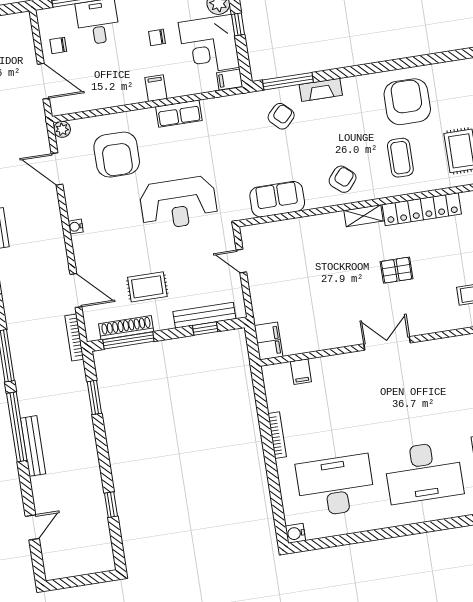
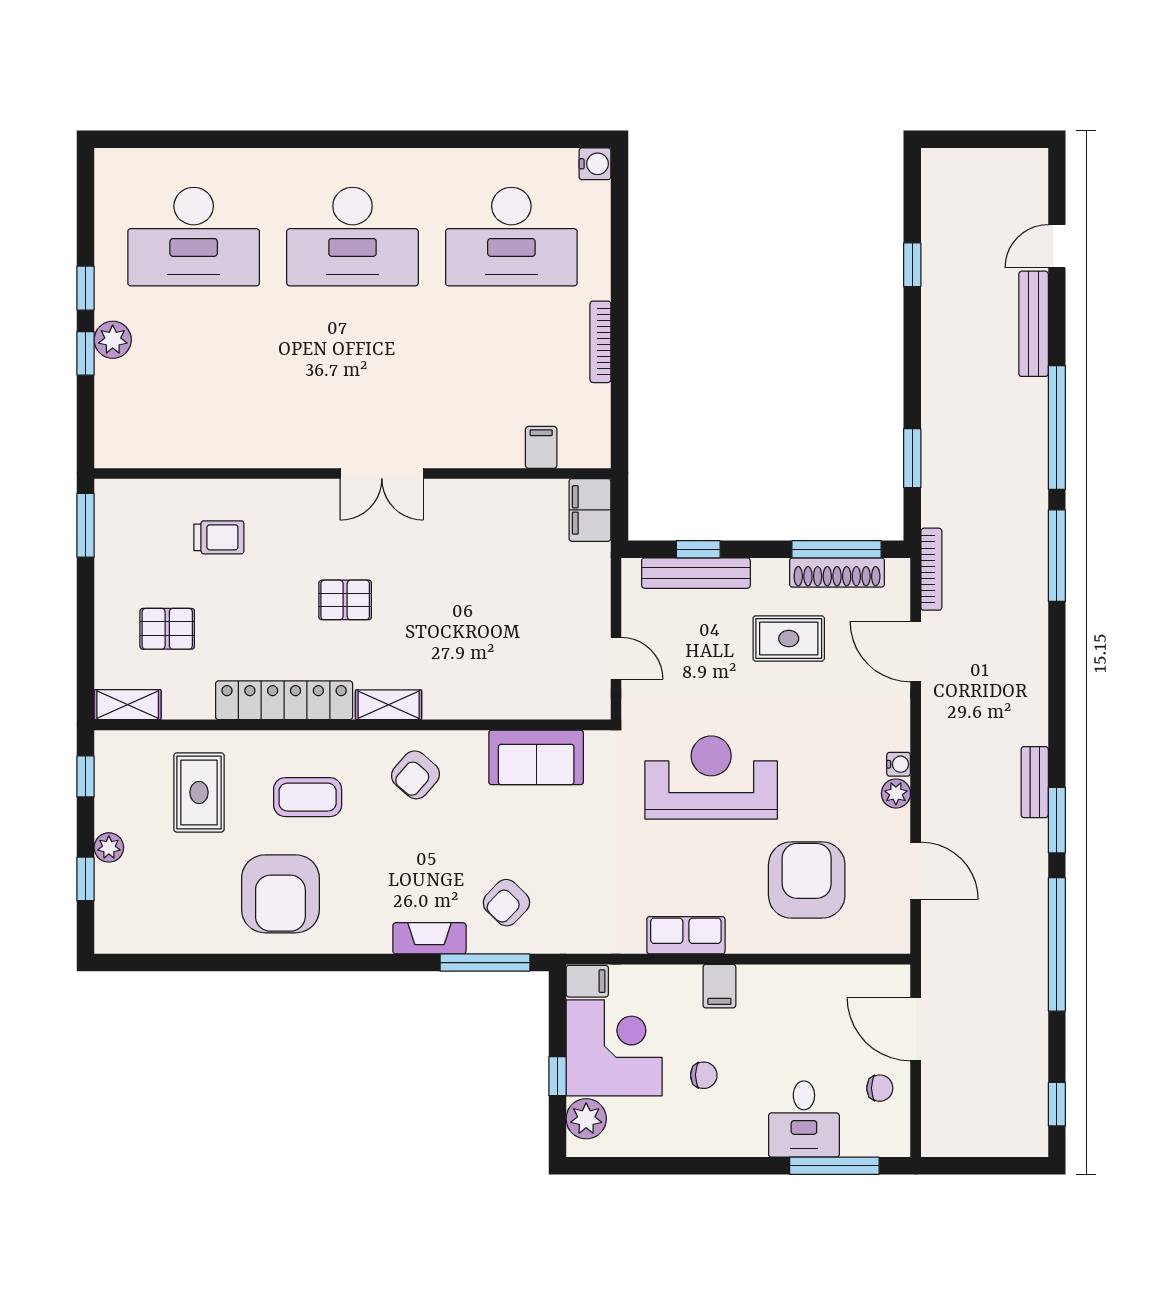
plant: (62, 129) -> (896, 793), moved
coffee table: (400, 158) -> (308, 797), turned 90
bench: (33, 446) -> (1034, 324), moved
desk: (424, 472) -> (353, 237), turned 180

